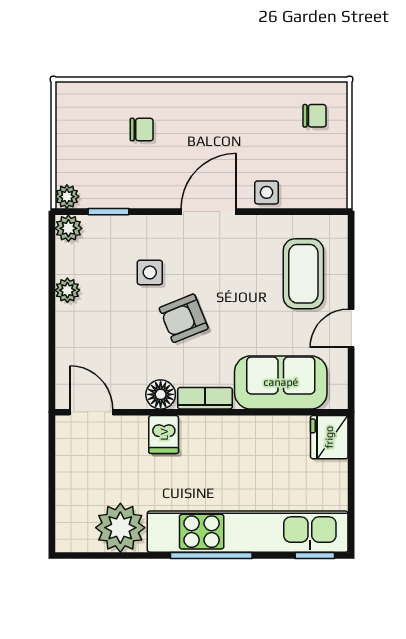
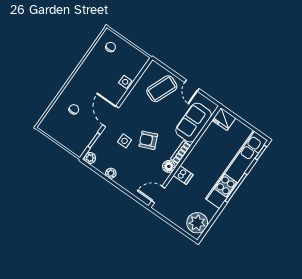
plant: (67, 197) -> (79, 151), removed
door: (209, 212) -> (111, 116), moved
coffee table: (303, 274) -> (162, 89), turned -68
armchair: (184, 318) -> (148, 140), turned 89
plant: (120, 528) -> (197, 223), moved

